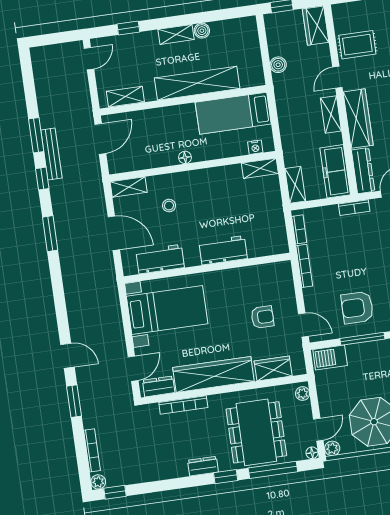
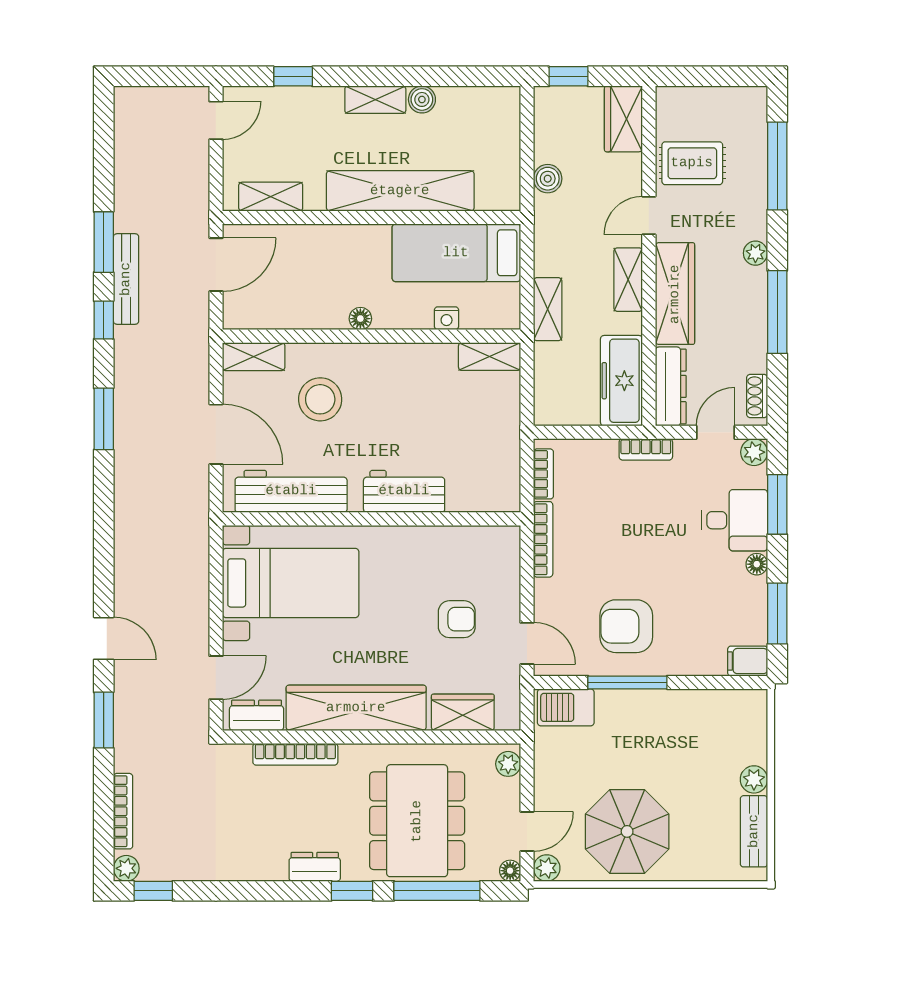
nightstand: (255, 147) -> (447, 318), moved
shelving: (295, 185) -> (548, 309), moved
stool: (169, 206) -> (320, 399), width x1.89, depth x1.89
workbench: (160, 259) -> (291, 491), width x1.38

